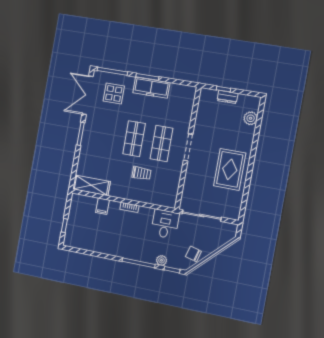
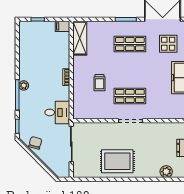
shop shelf: (134, 139) -> (130, 44), moved
filing cabinet: (102, 206) -> (63, 26), moved
plant: (162, 260) -> (24, 85), moved

